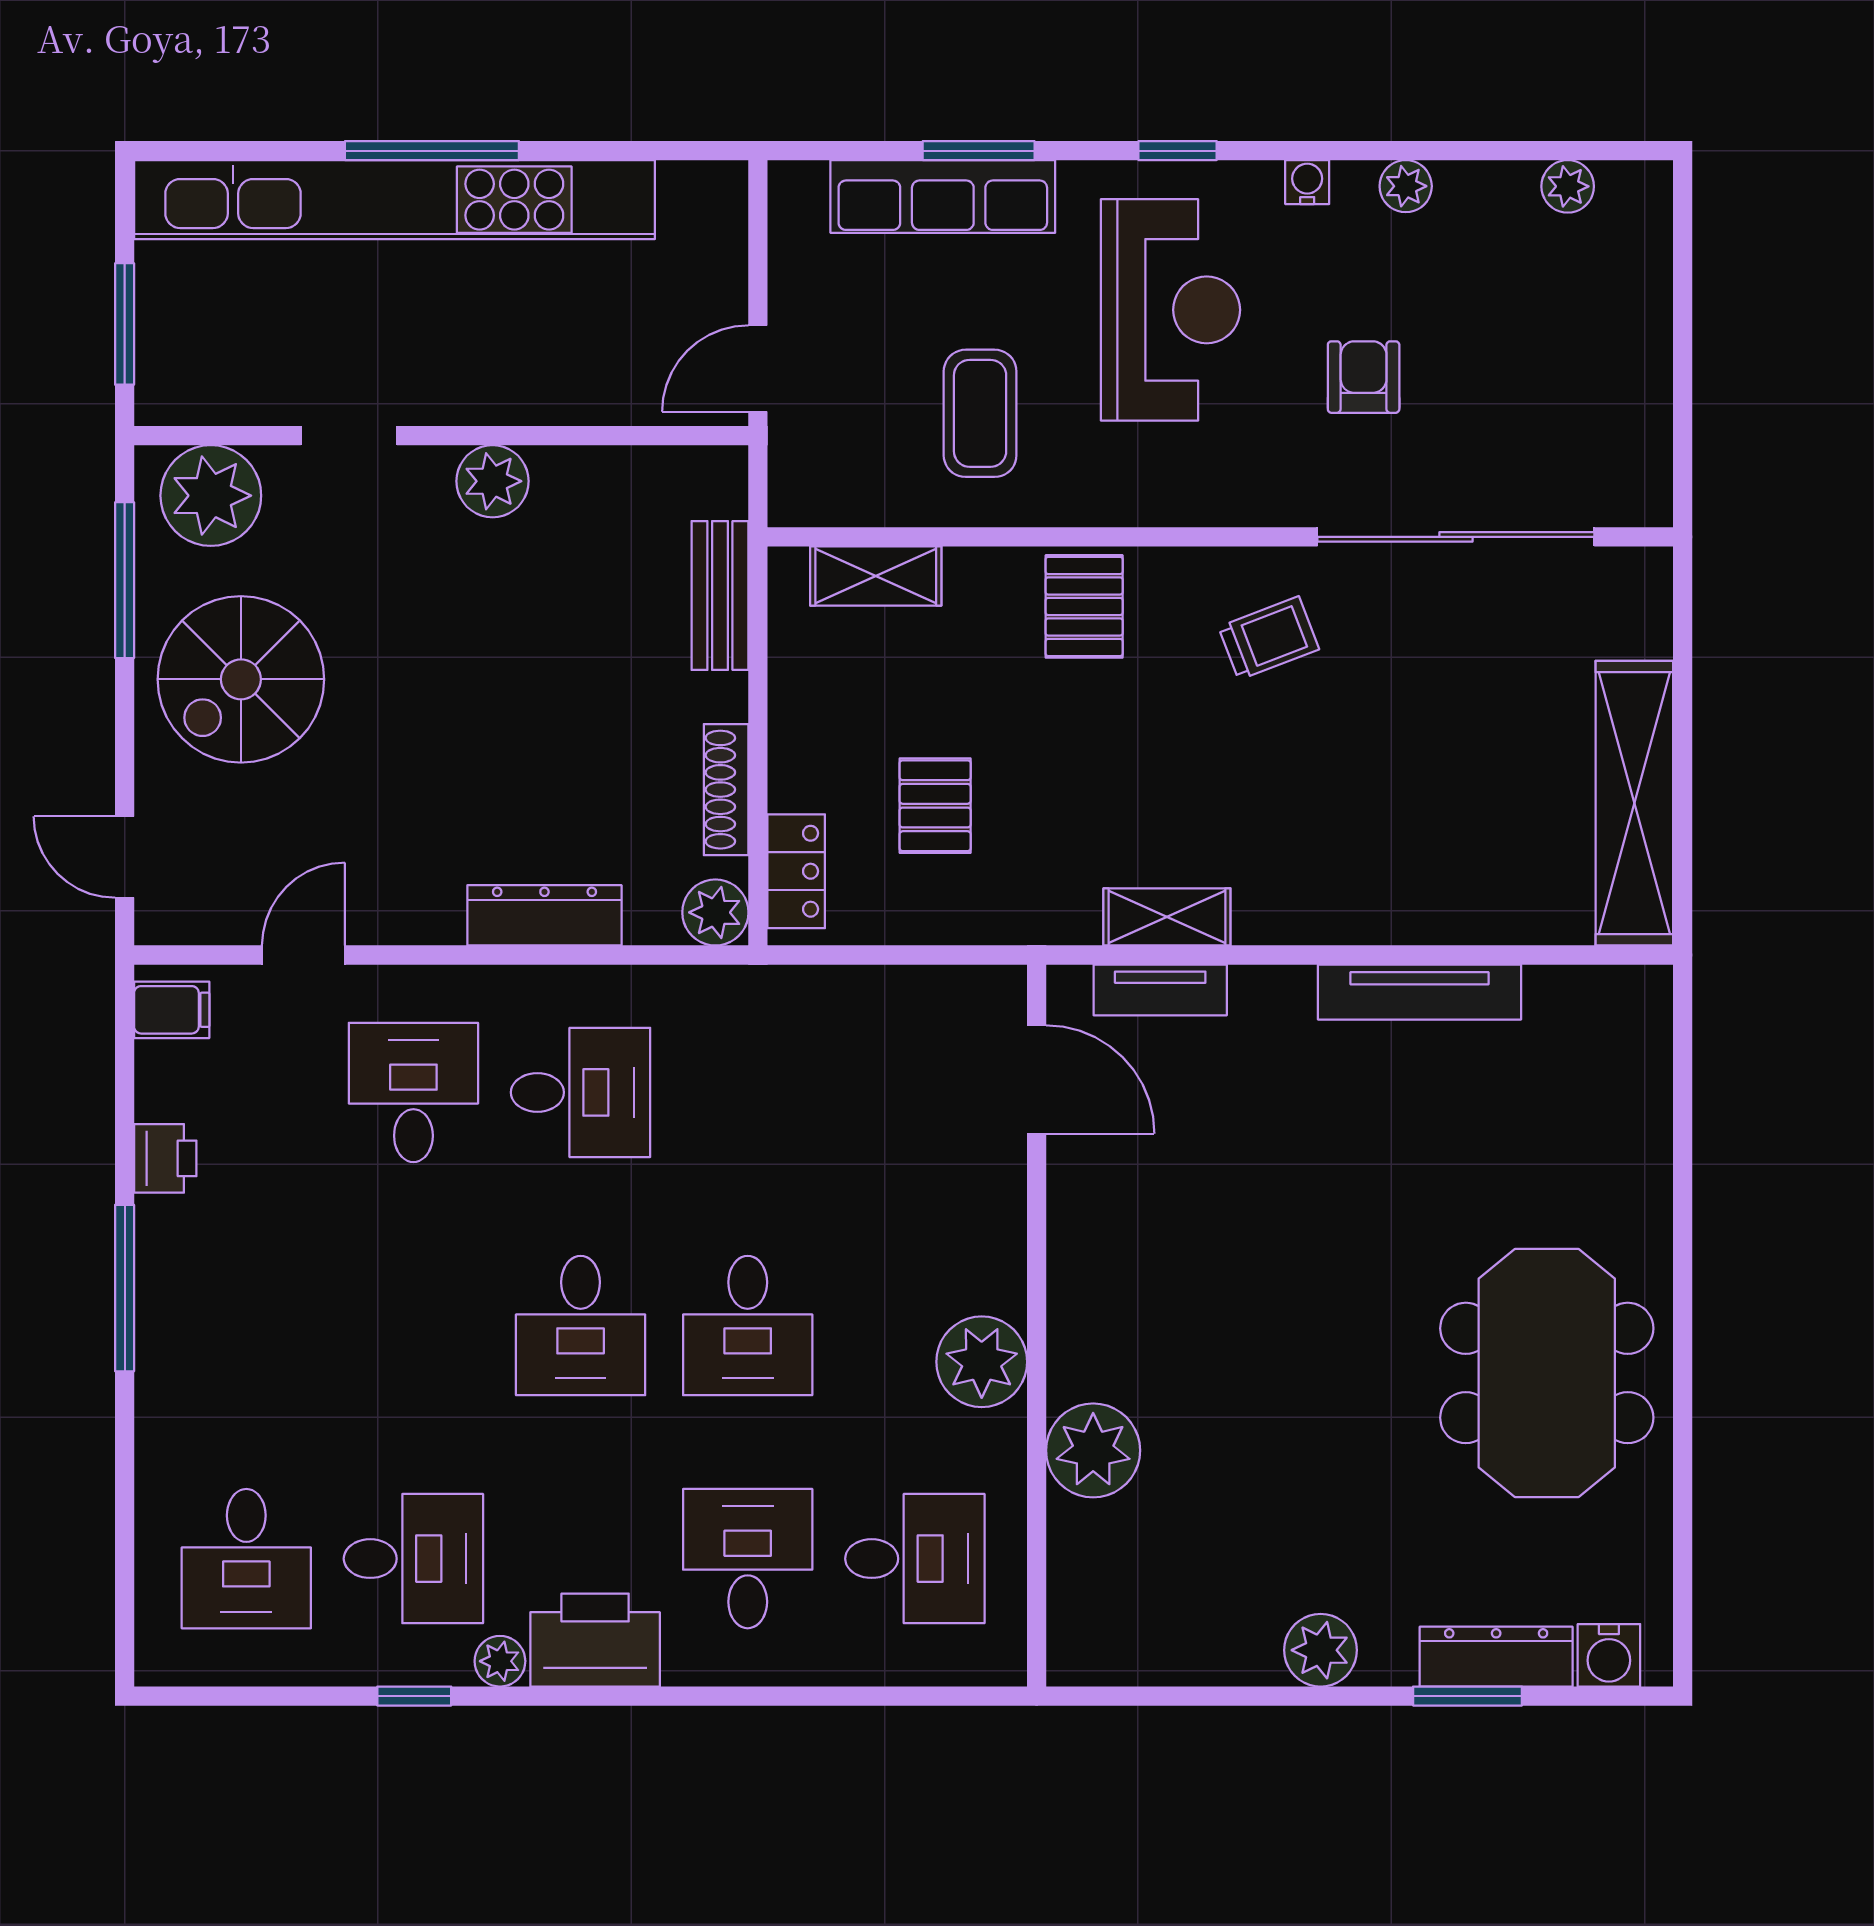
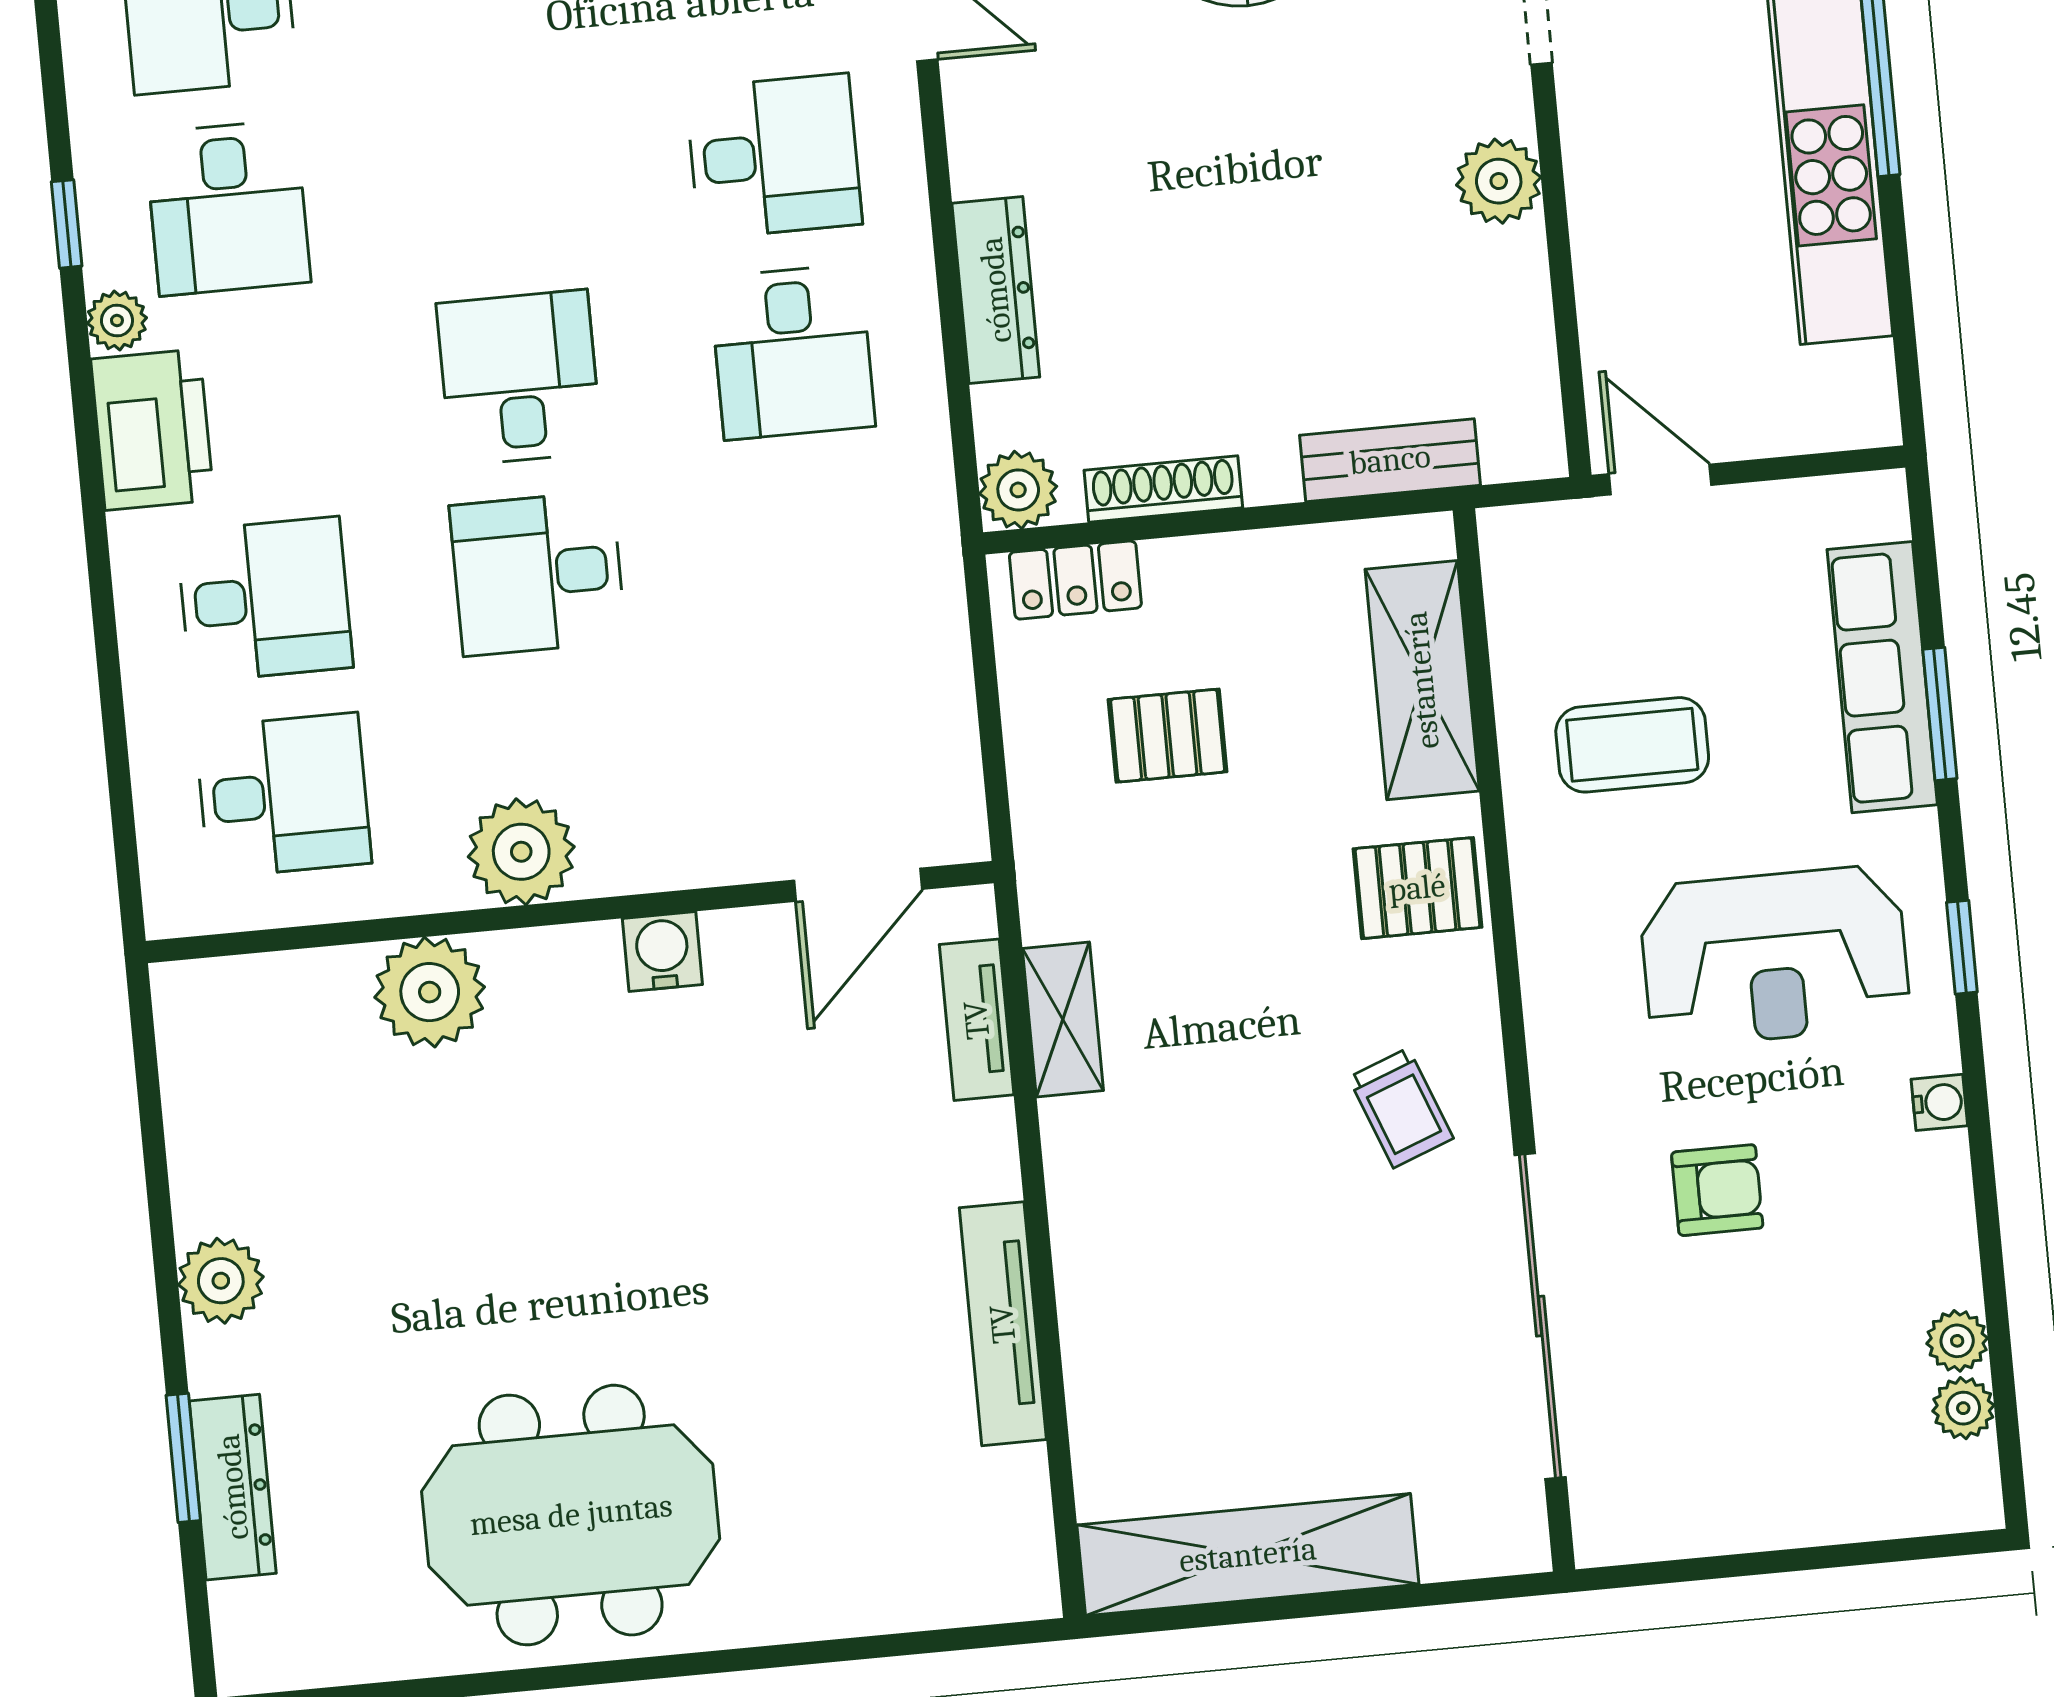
plant: (1406, 186) -> (1957, 1341), moved
shelving: (876, 576) -> (1422, 680), width x1.50, depth x1.33
desk: (581, 1326) -> (519, 378), turned 90
desk: (915, 1559) -> (283, 795), turned -90
water cooler: (1609, 1655) -> (662, 951), moved, turned 90

